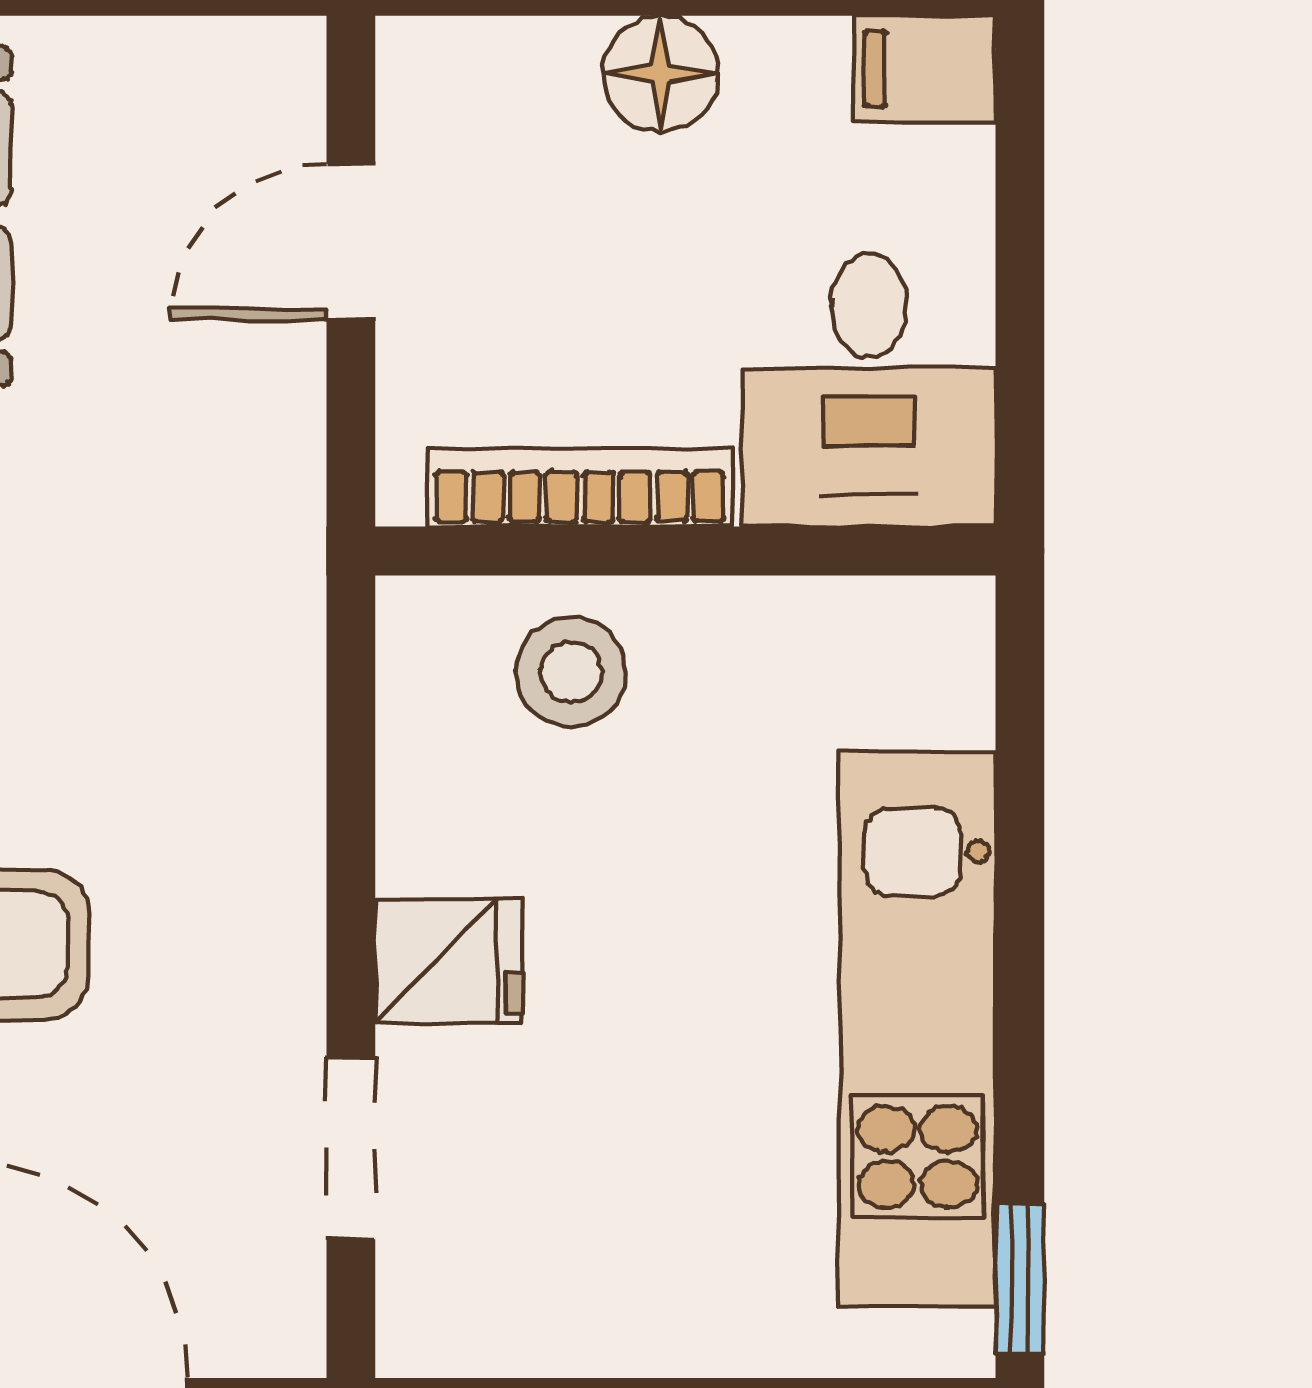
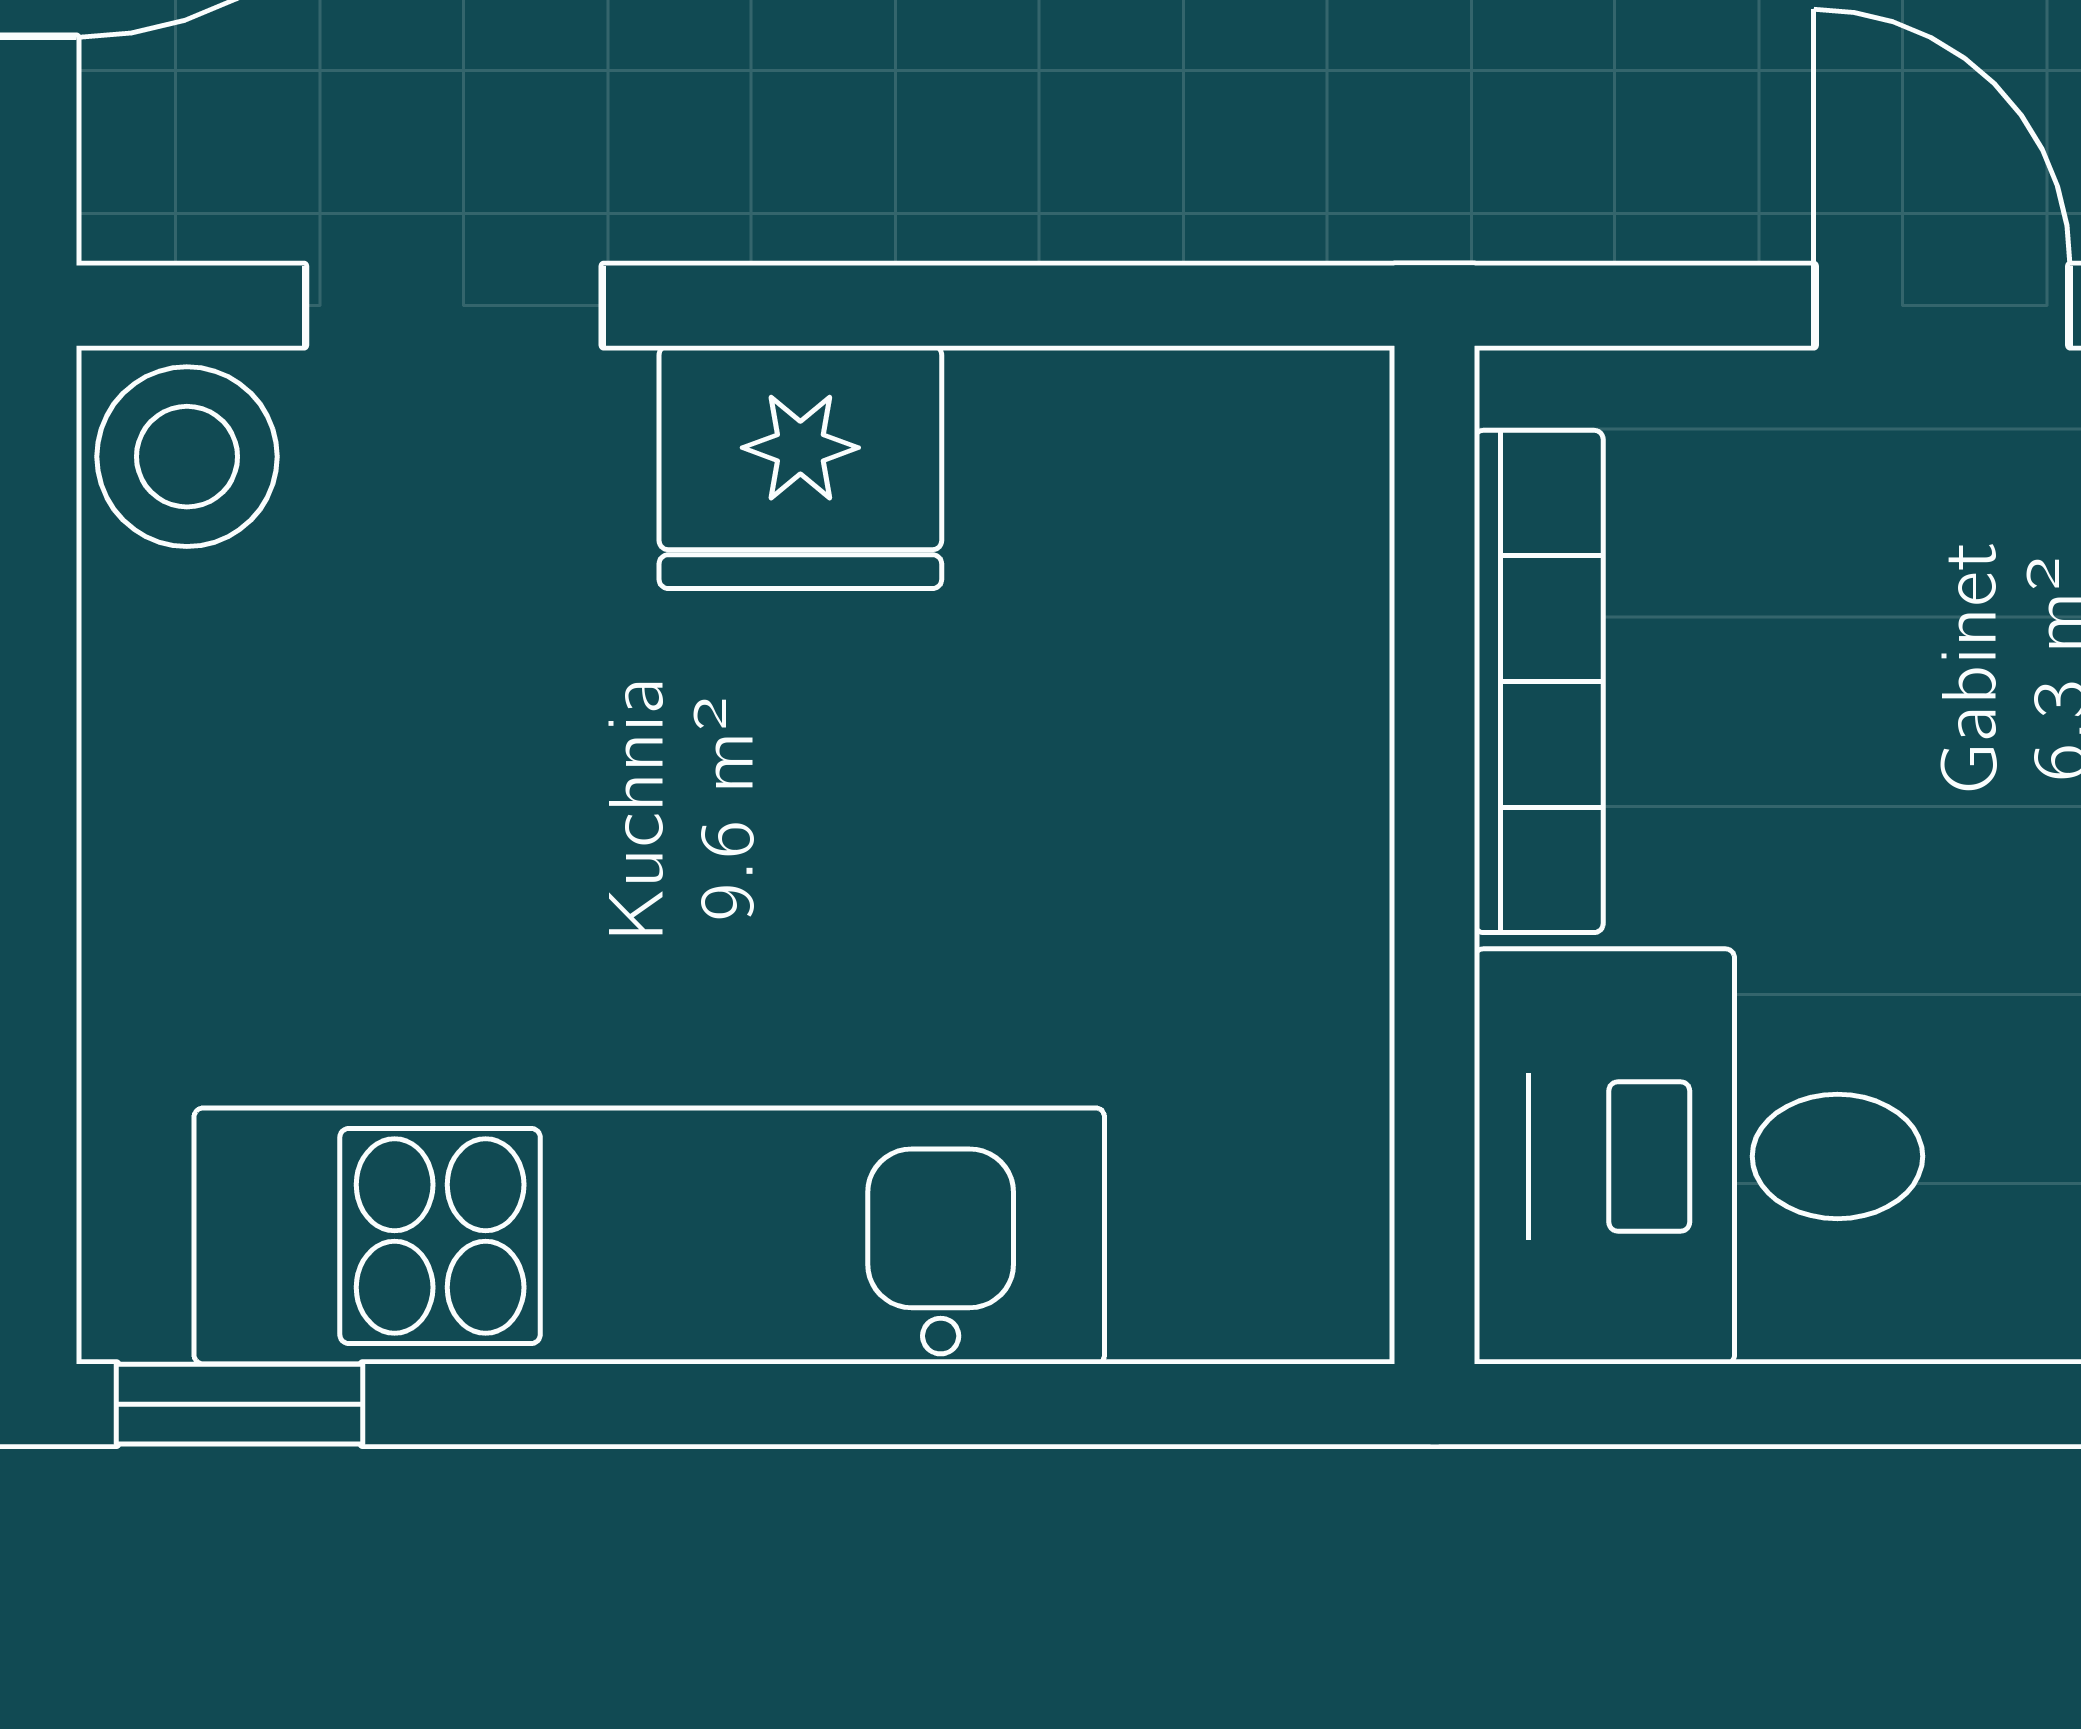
stool: (571, 672) -> (187, 457), moved
fridge: (449, 961) -> (800, 467), width x1.38

